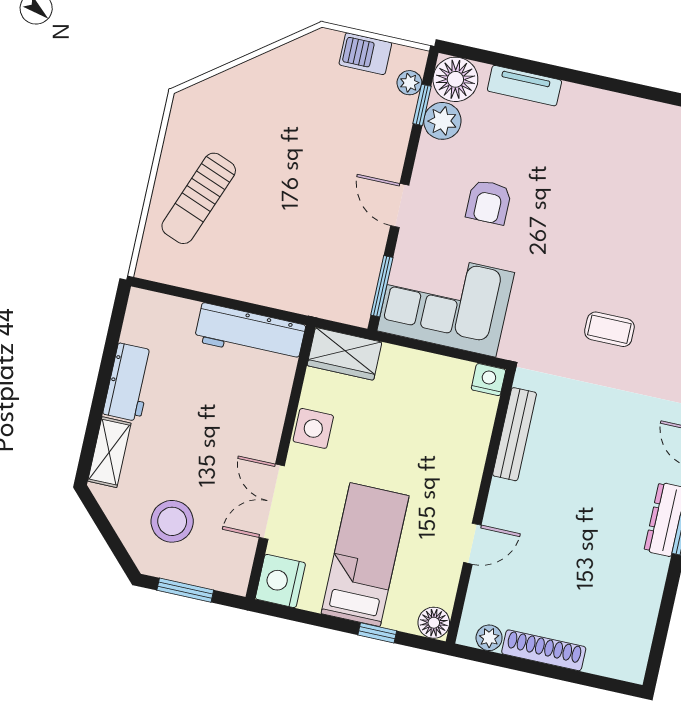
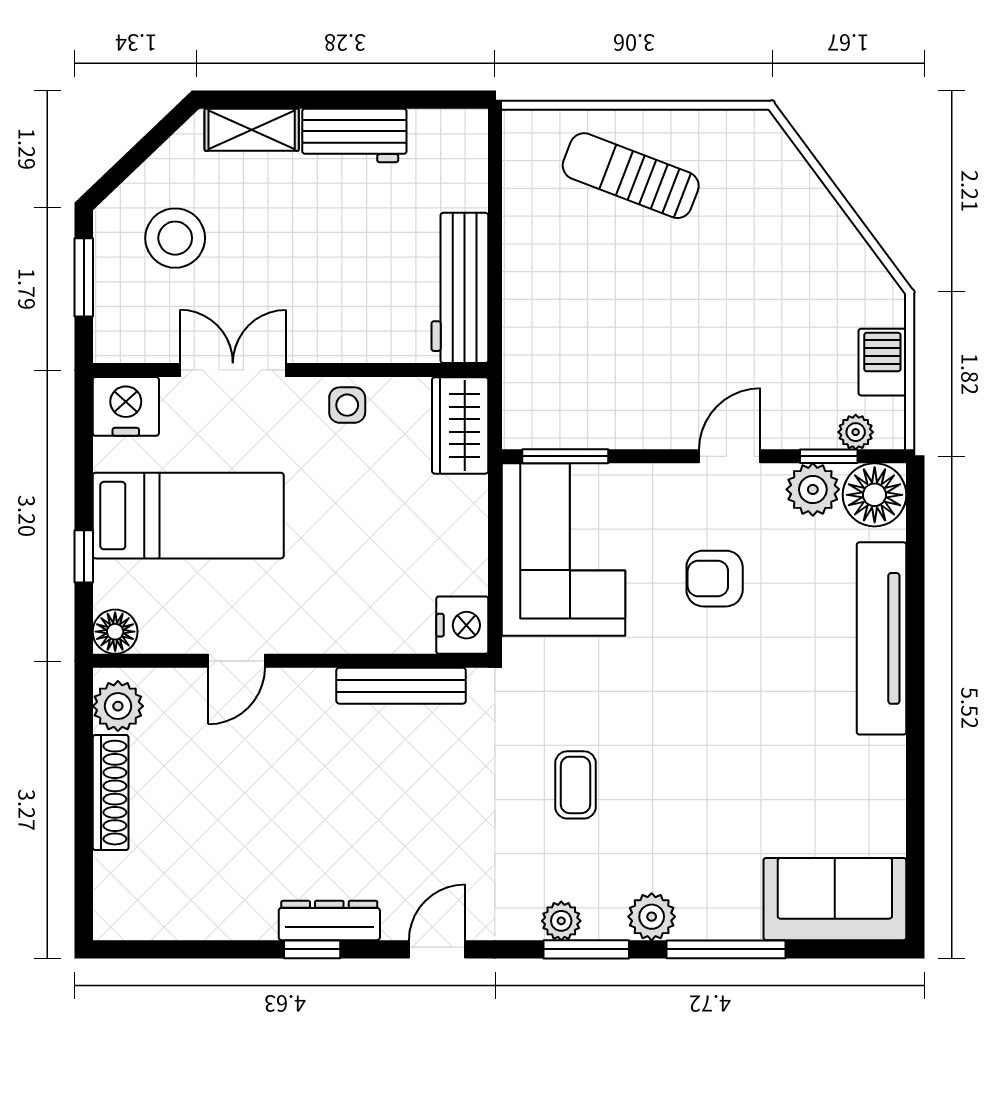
tv unit: (524, 86) -> (882, 638), width x1.92, depth x1.29
door: (400, 206) -> (730, 456), moved
nightstand: (488, 380) -> (462, 625), width x1.36, depth x1.33
side table: (313, 428) -> (347, 405), width x0.73, depth x0.73
door: (472, 544) -> (236, 661), hinge flipped
plant: (489, 638) -> (118, 706), width x1.38, depth x1.38

